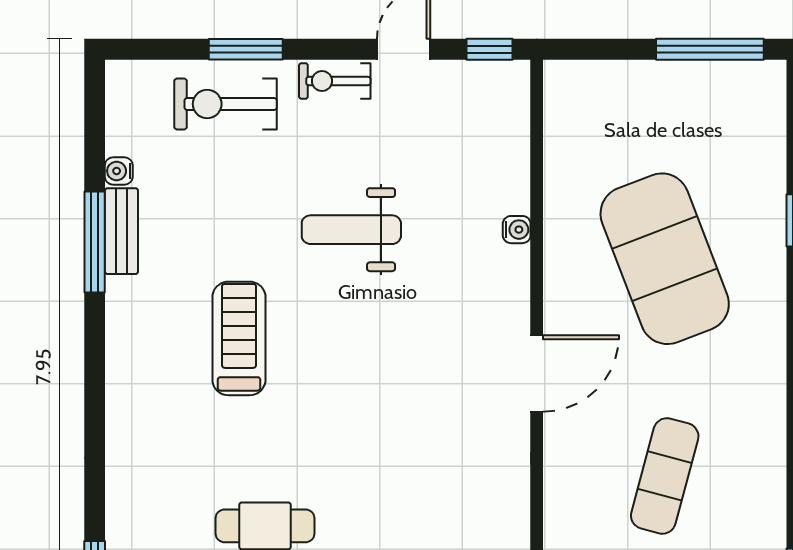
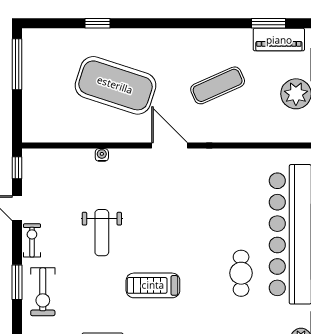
exercise bike: (335, 81) -> (32, 240), turned 180
exercise mat: (665, 259) -> (115, 85), turned 39
exercise mat: (665, 476) -> (218, 85), turned -39

